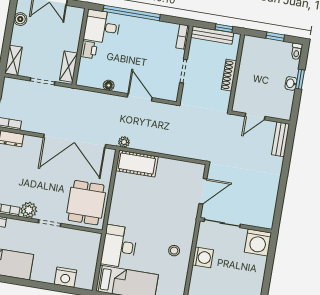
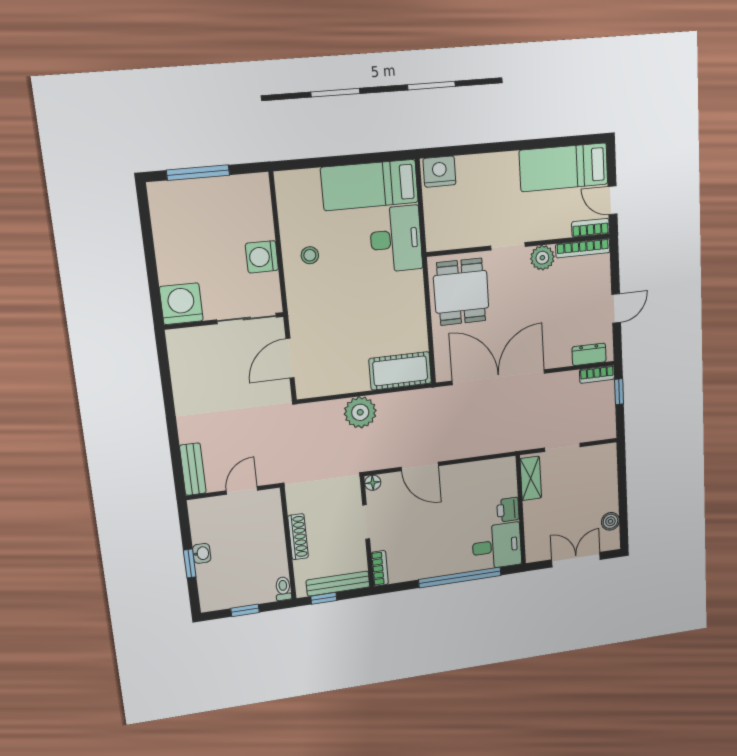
toilet: (297, 51) -> (283, 589), moved
shelving: (13, 60) -> (608, 464), removed
floor lamp: (109, 85) -> (373, 483), moved
plant: (124, 142) -> (360, 412), moved, width x1.88, depth x1.88
nightstand: (65, 277) -> (439, 172), moved

